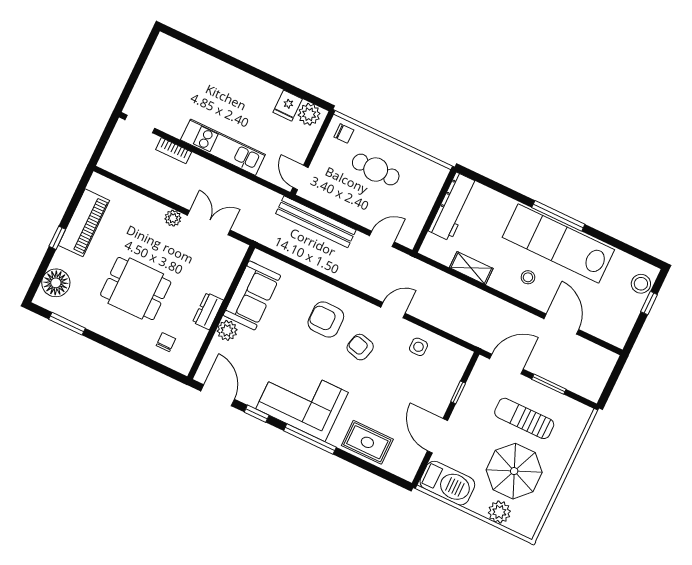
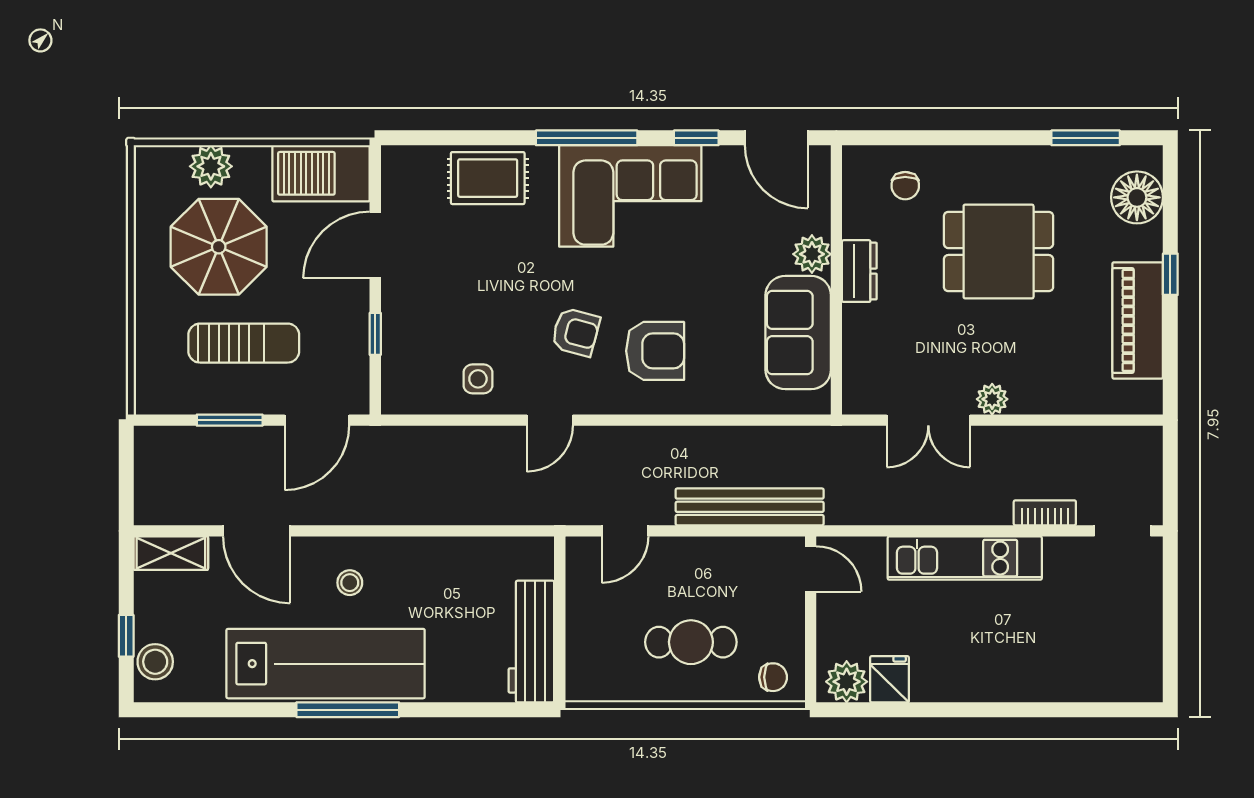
chair: (344, 133) -> (773, 677), turned 180
shelving: (471, 268) -> (171, 553), moved
door: (438, 436) -> (375, 245), swing flipped

